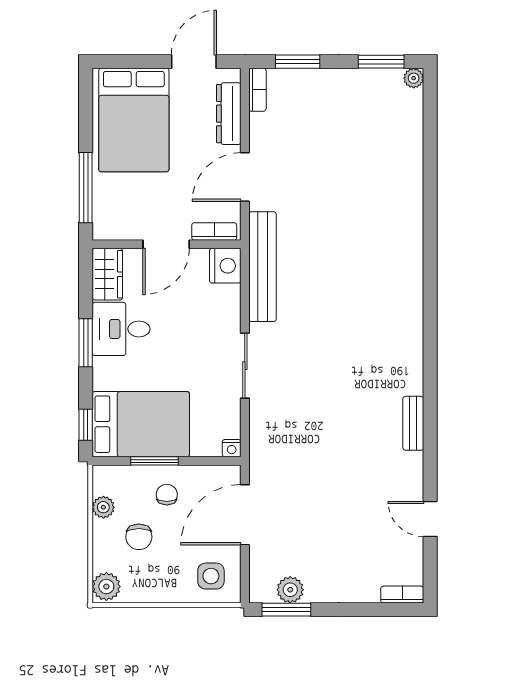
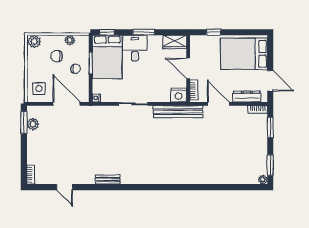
window: (86, 188) -> (214, 32), width x0.46
desk: (121, 329) -> (135, 48), moved
door: (430, 519) -> (65, 187), swing flipped

